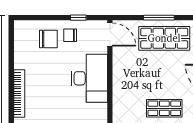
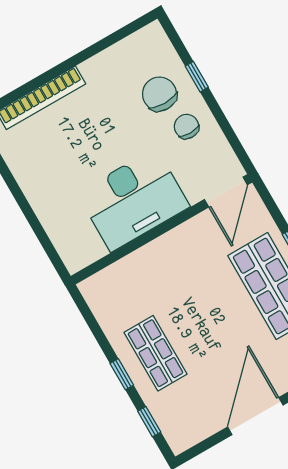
window: (78, 18) -> (197, 77), moved
chair: (48, 39) -> (159, 94), turned 180

